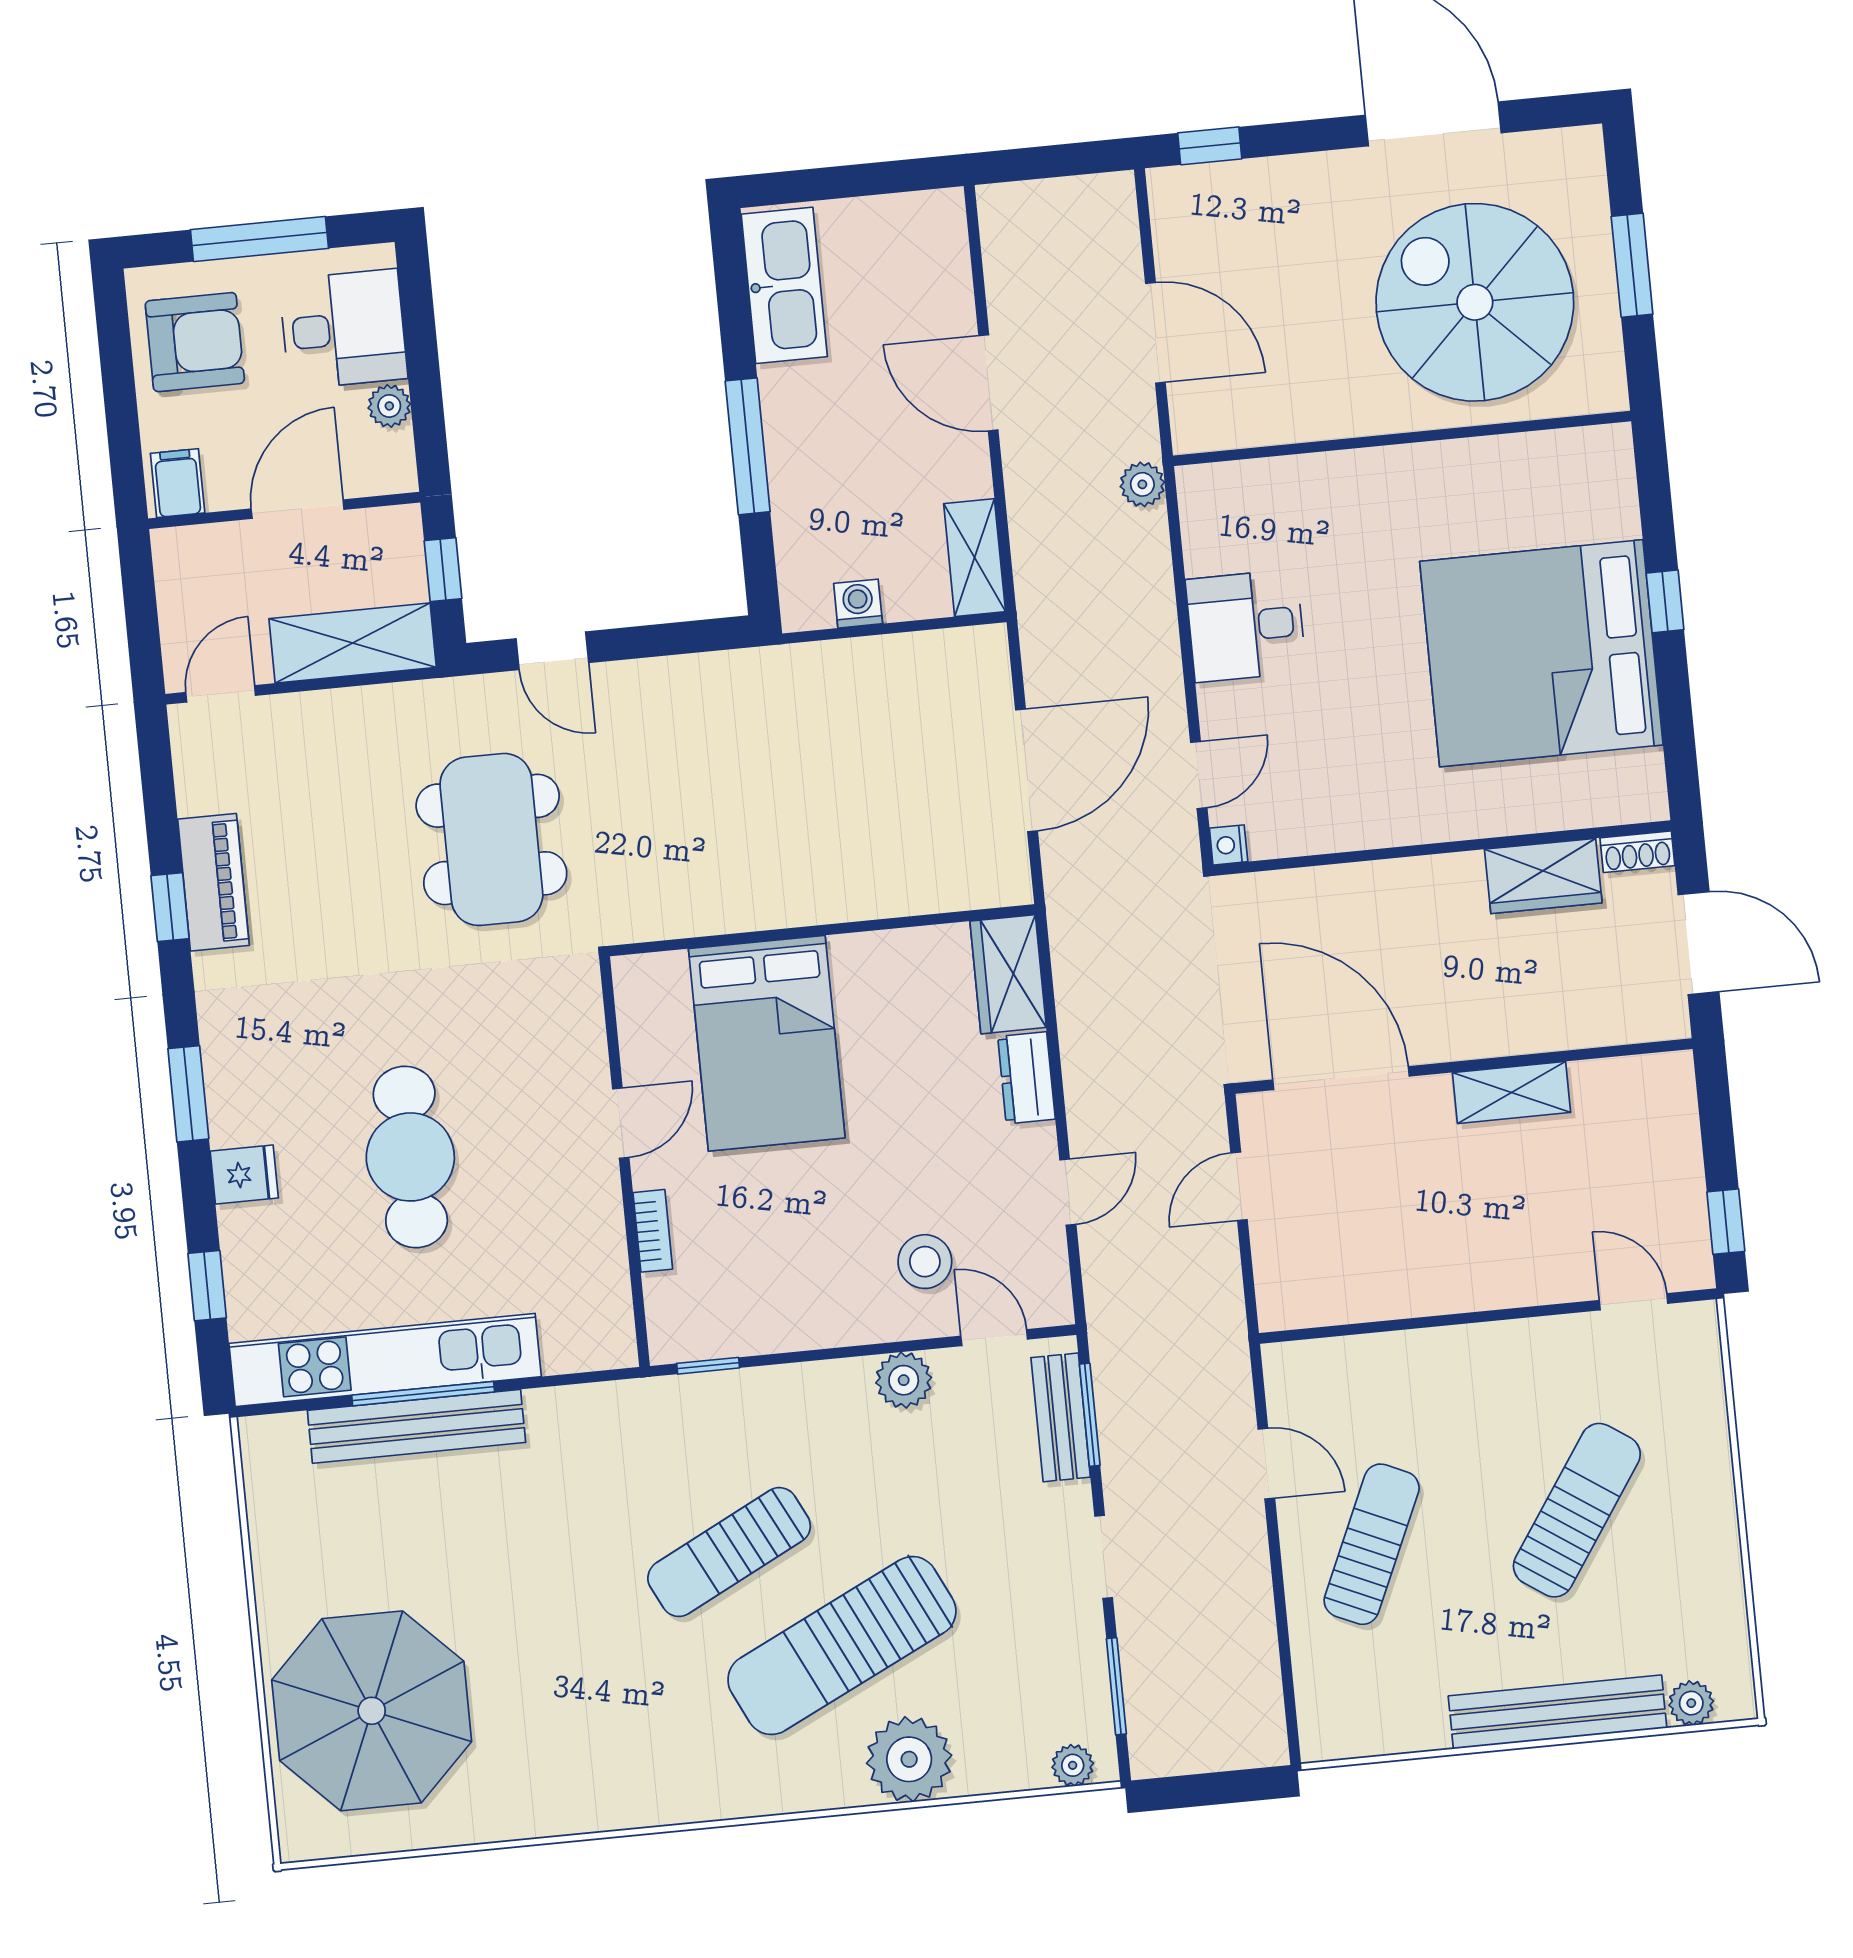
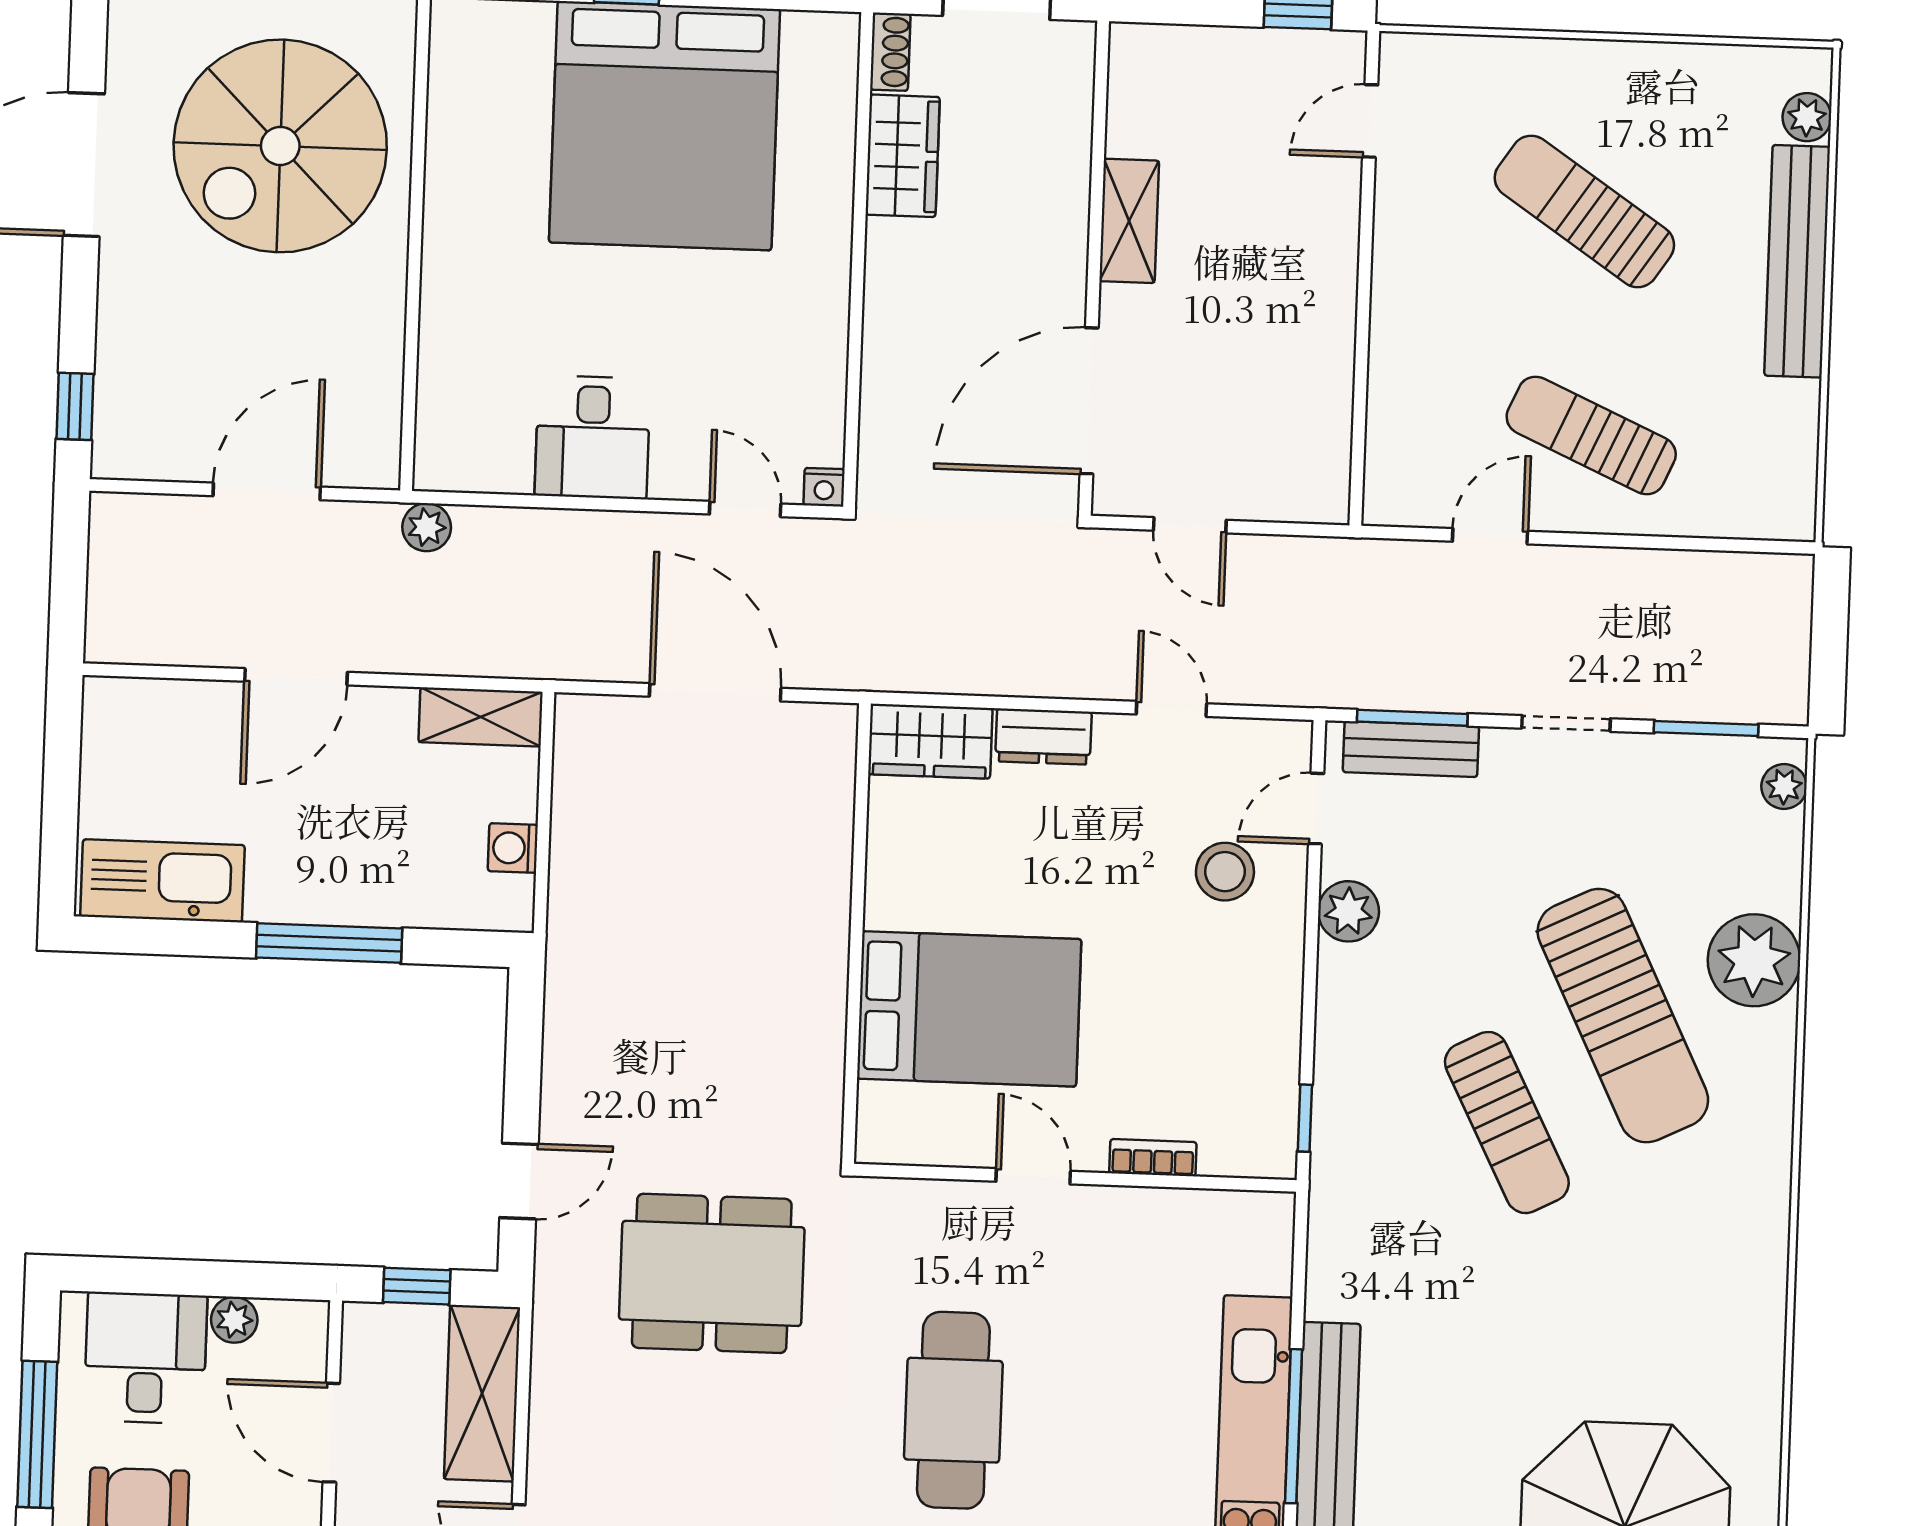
cafe table: (410, 1157) -> (953, 1410), moved, turned 90

